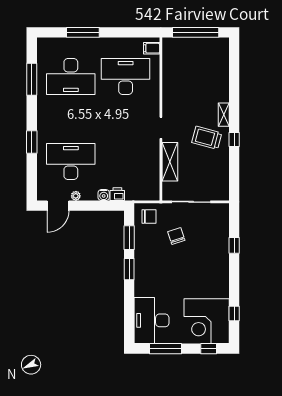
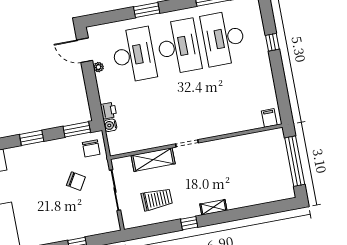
window: (83, 32) -> (272, 42), width x0.46
desk: (126, 76) -> (179, 47), moved
trolley: (207, 138) -> (157, 199), moved, turned 73
water cooler: (104, 195) -> (110, 125), moved
chair: (176, 236) -> (76, 181), turned 49
window: (129, 238) -> (77, 129), moved

